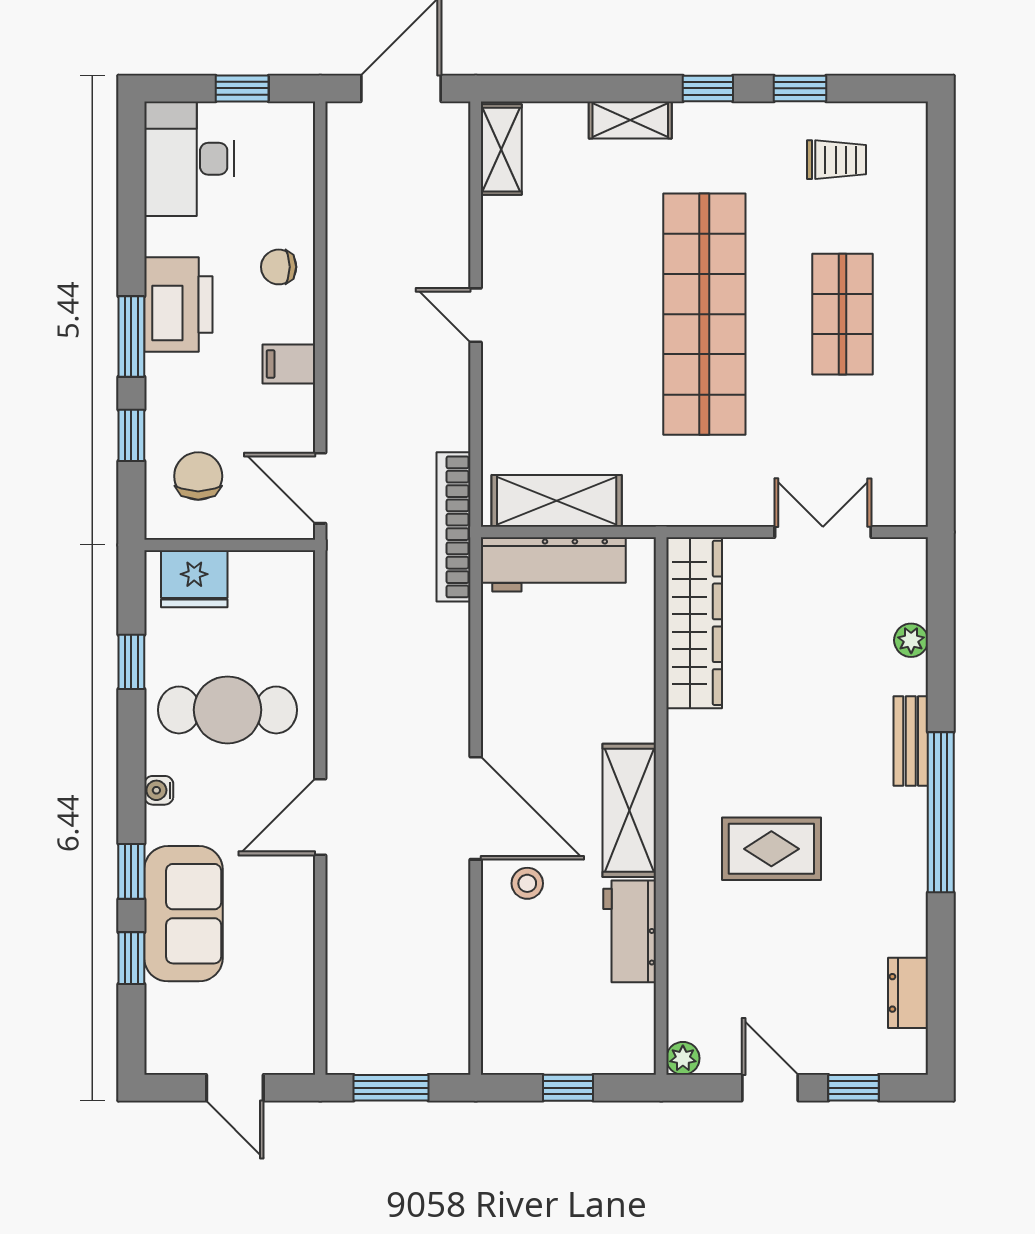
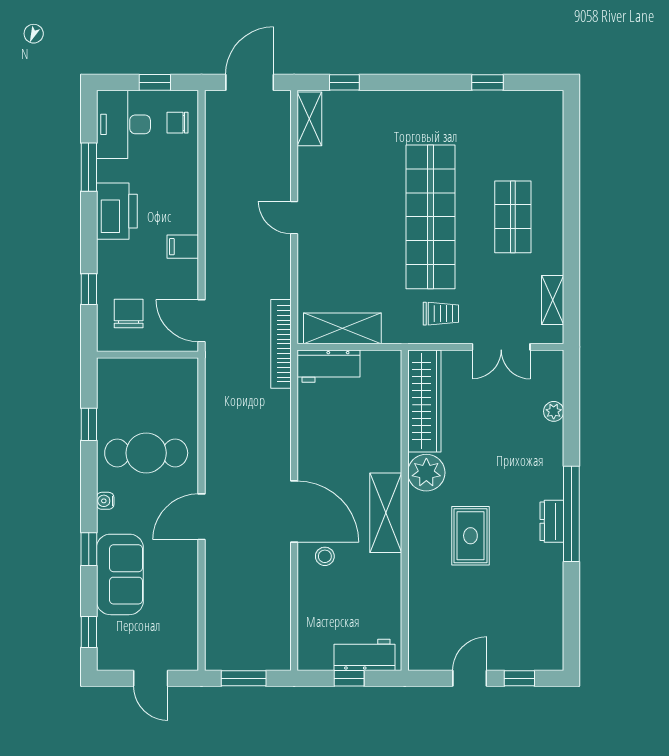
window: (708, 88) -> (344, 82), moved
shelving: (630, 120) -> (553, 300), moved, turned 90
trolley: (836, 160) -> (441, 314), moved
chair: (279, 267) -> (177, 123), moved
window: (131, 337) -> (89, 167), moved
double door: (823, 532) -> (501, 347), swing flipped
workbench: (553, 564) -> (329, 366), width x0.73
fridge: (194, 579) -> (126, 375), removed
bench: (911, 741) -> (554, 471), removed
rug: (771, 849) -> (470, 536), turned 90
workbench: (630, 931) -> (364, 655), moved, turned 90
window: (131, 958) -> (89, 632), moved
dresser: (908, 993) -> (552, 521), moved
plant: (683, 1058) -> (426, 473), moved, width x1.87, depth x1.87
door: (770, 1088) -> (470, 678), hinge flipped

